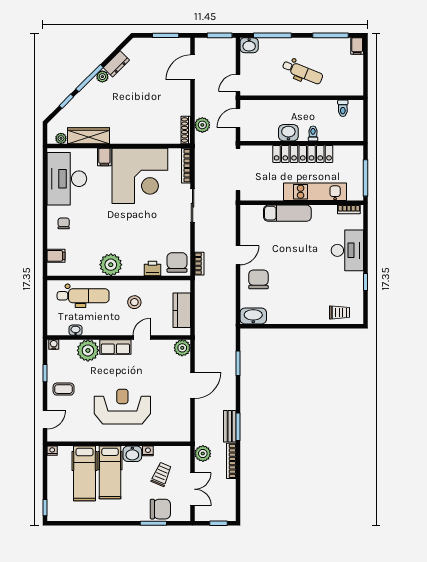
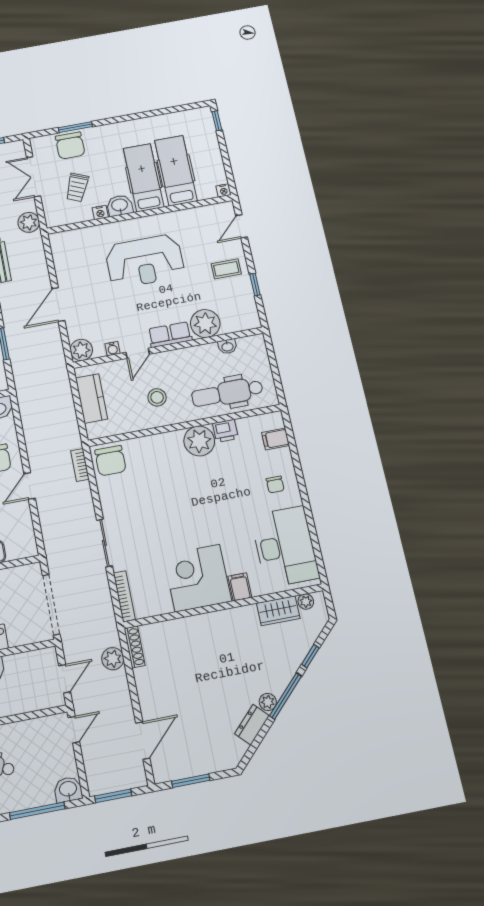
wardrobe: (88, 136) -> (278, 611), width x0.67
corner desk: (140, 176) -> (197, 578), width x0.74, depth x0.74
printer: (153, 268) -> (226, 431), moved
water cooler: (54, 344) -> (113, 349), moved
chair: (160, 509) -> (70, 146), turned -90

